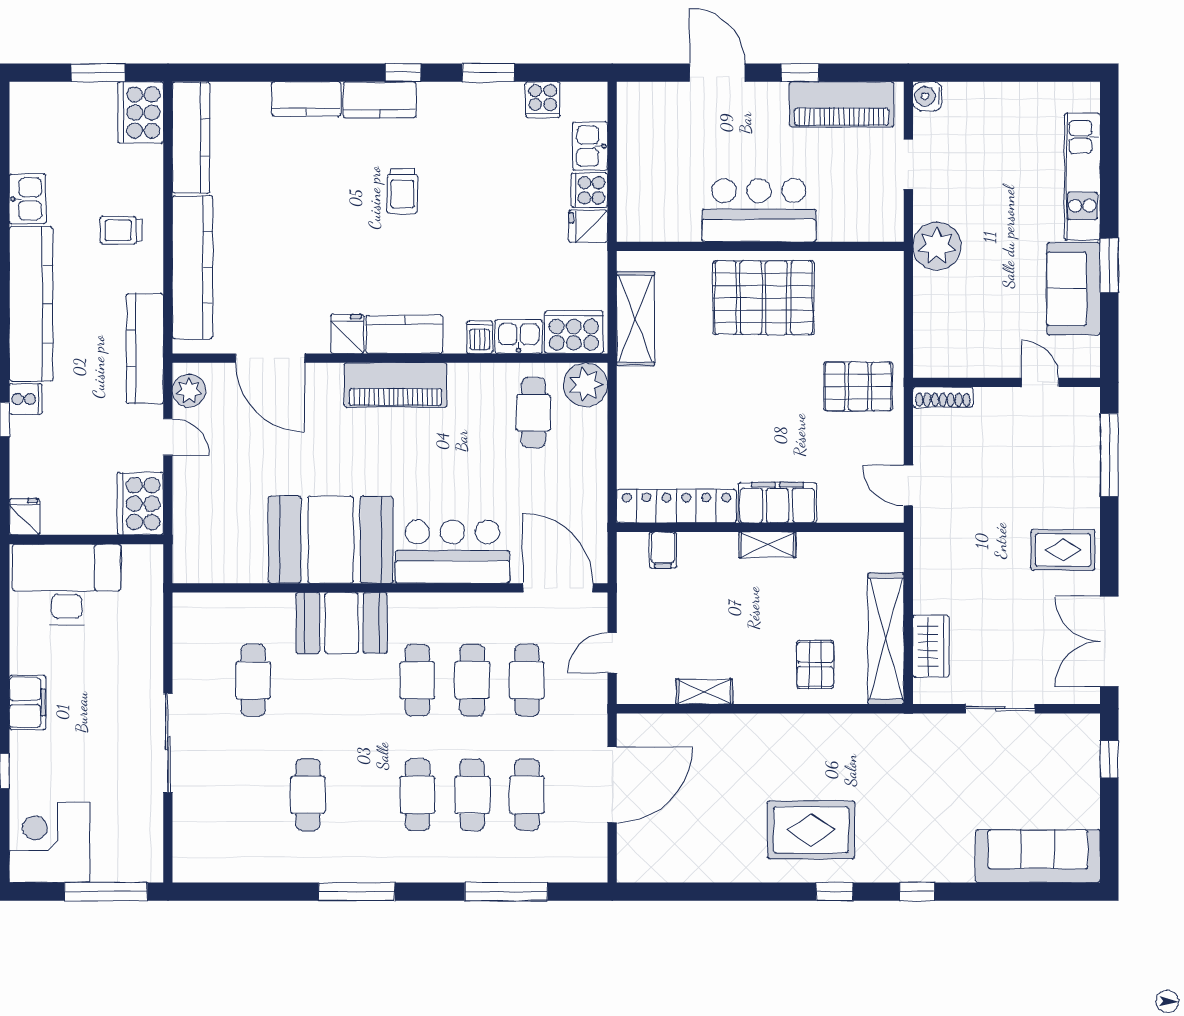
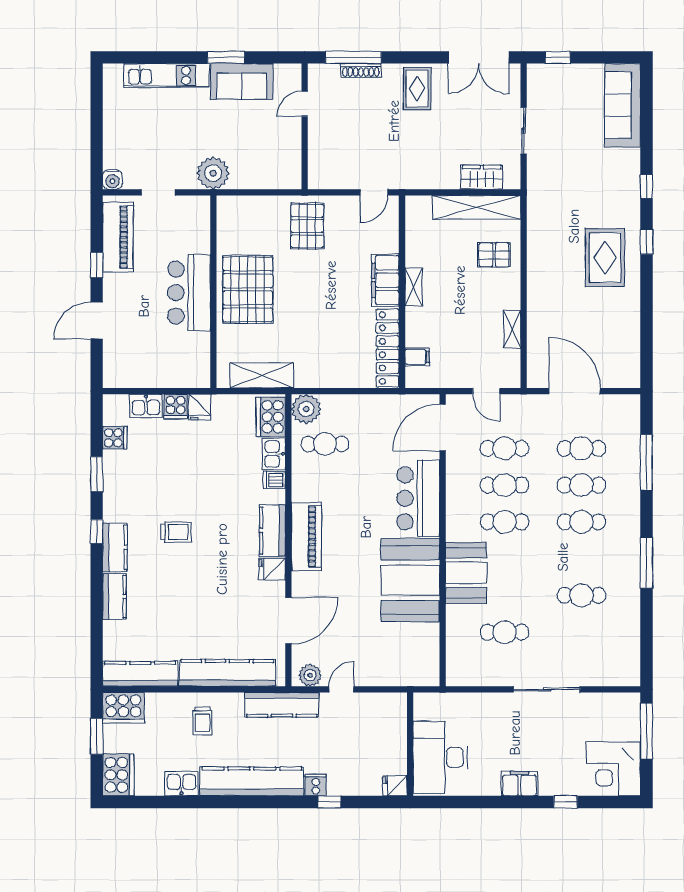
shoe rack: (943, 397) -> (361, 70), moved, turned 90
cooker: (140, 504) -> (118, 775), moved, turned -90

